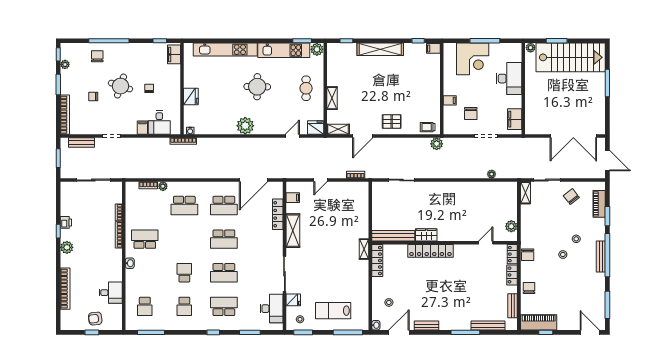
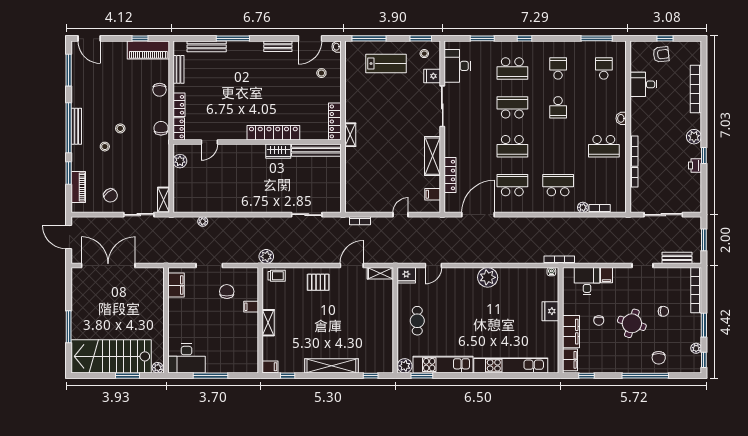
corner desk: (473, 59) -> (225, 355), removed
filing cabinet: (173, 79) -> (571, 332), added
desk: (509, 79) -> (187, 358), moved, turned -90
round table: (257, 87) -> (474, 323), removed
shelving: (332, 98) -> (268, 323), moved
school desk: (224, 239) -> (512, 146), turned 180

